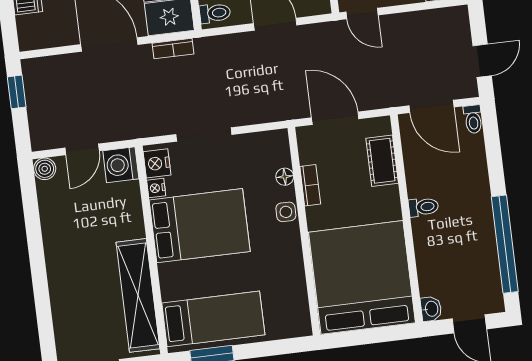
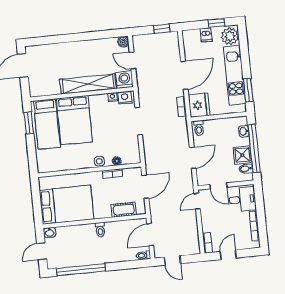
bed: (200, 226) -> (74, 120), moved
bed: (362, 277) -> (67, 205), width x0.73
shelving: (138, 295) -> (88, 84), moved

